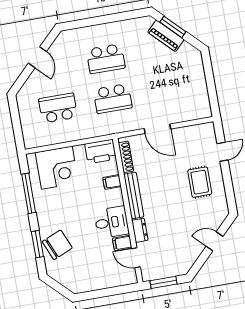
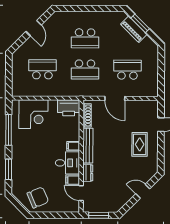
school desk: (167, 89) -> (127, 70), added
filing cabinet: (112, 182) -> (73, 146), moved
chair: (57, 245) -> (38, 198), moved

